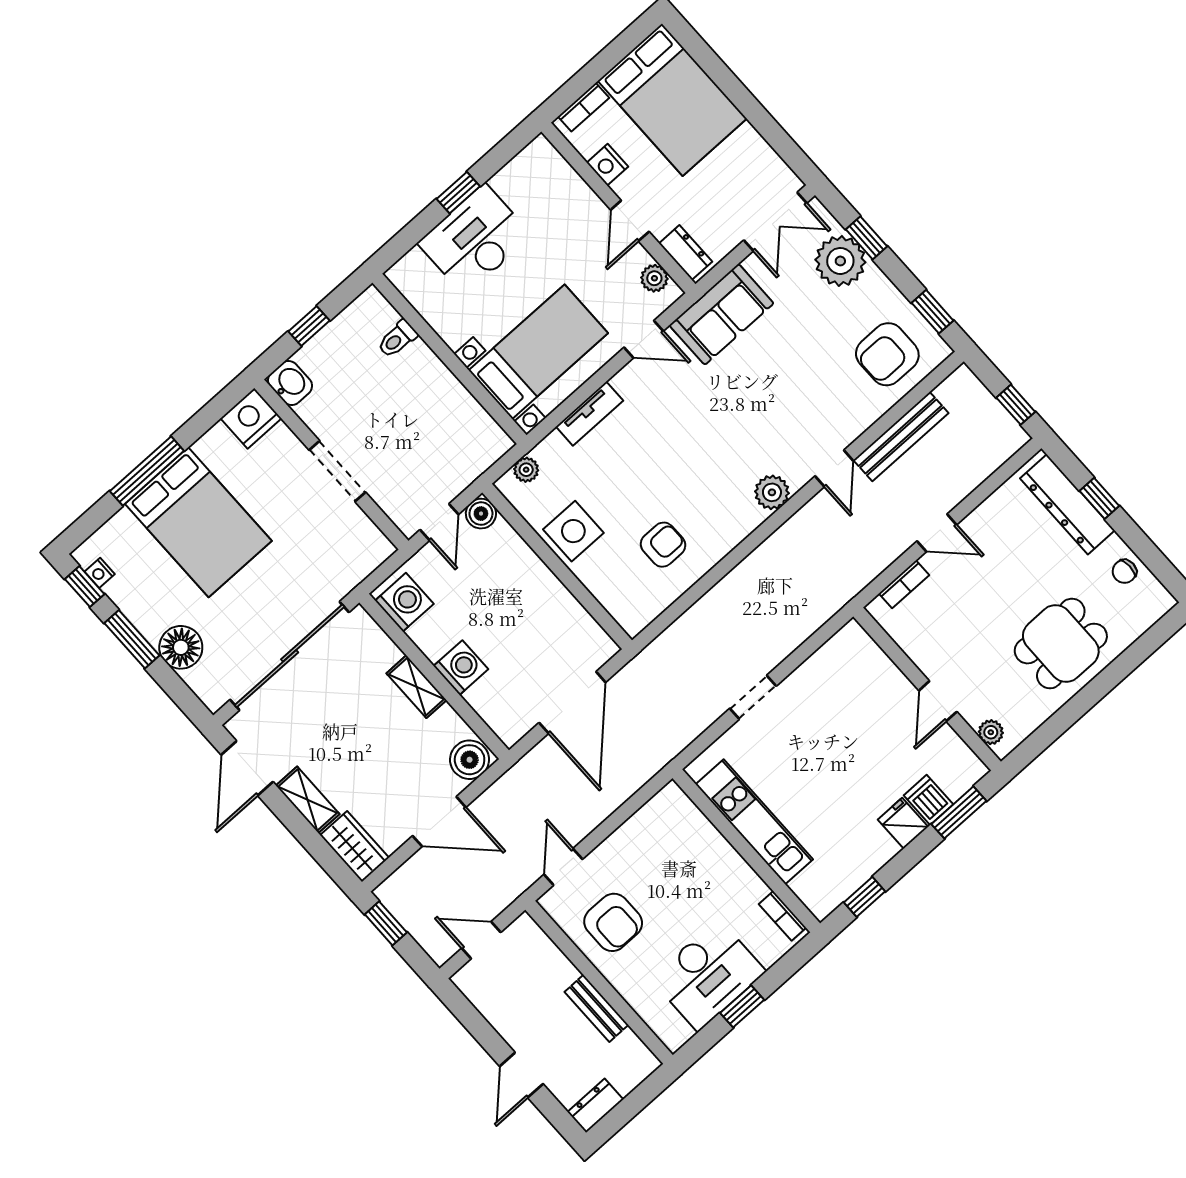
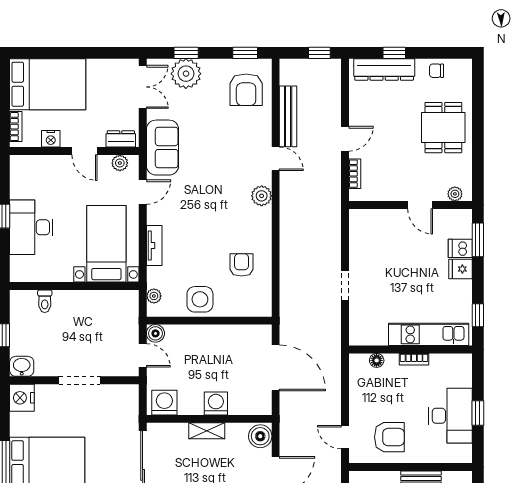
chair: (1124, 571) -> (437, 71), turned 90
floor lamp: (695, 821) -> (377, 360), added
kitchen unit: (754, 822) -> (429, 334), moved
bookcase: (782, 916) -> (414, 359), moved

